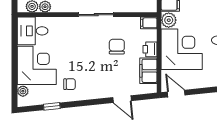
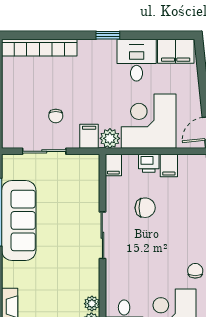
chair: (117, 47) -> (145, 208), turned 180
filing cabinet: (148, 71) -> (169, 166), width x0.50

